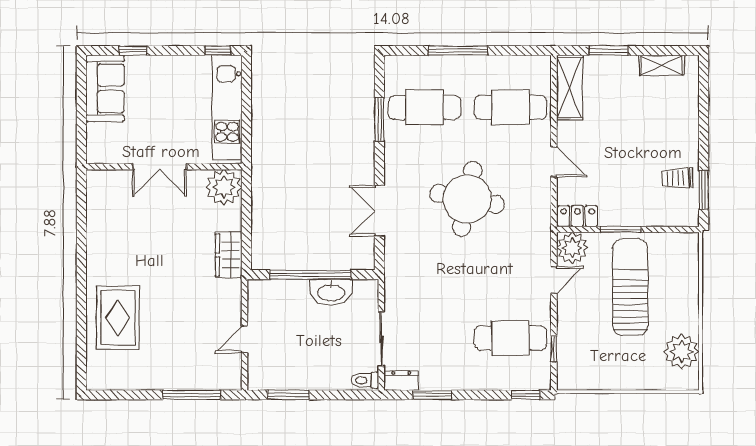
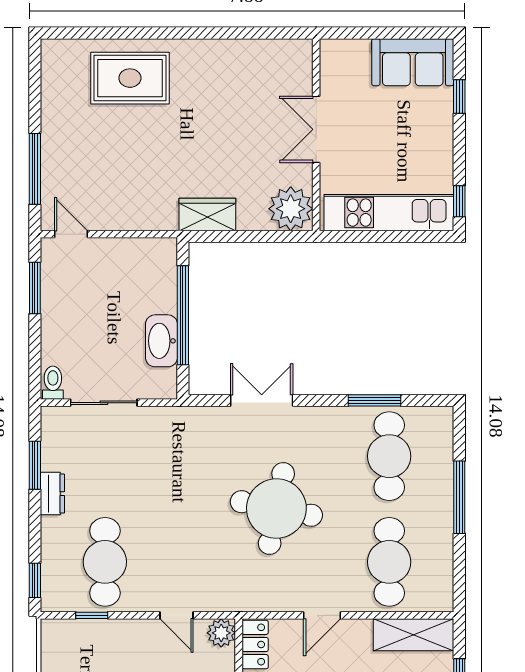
plant: (572, 248) -> (221, 633), width x0.73, depth x0.73
door: (245, 339) -> (71, 234), moved
dresser: (401, 381) -> (52, 494), moved

